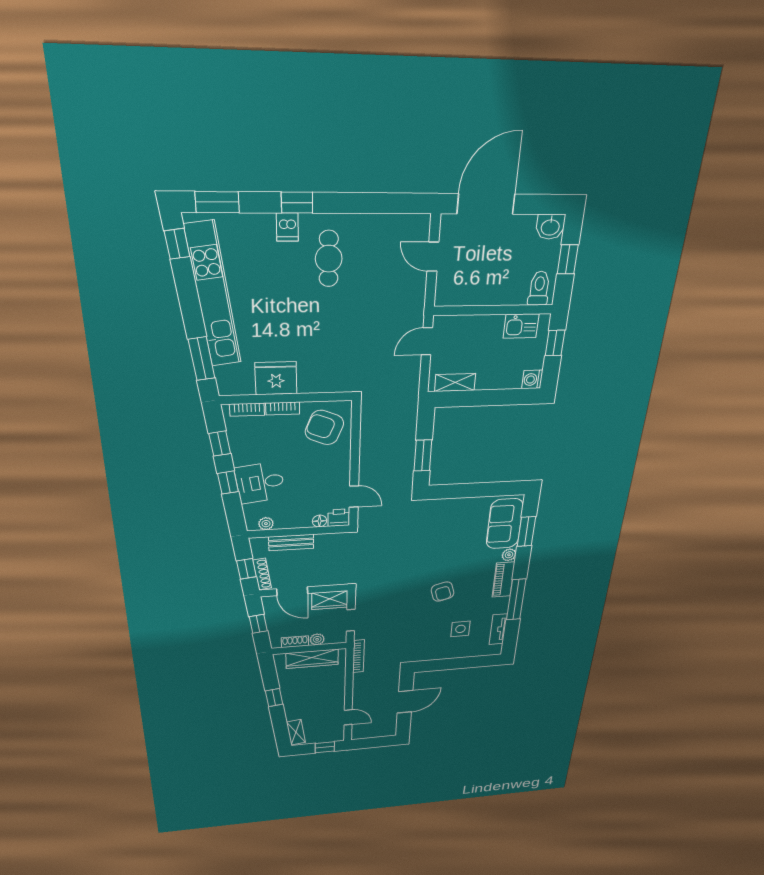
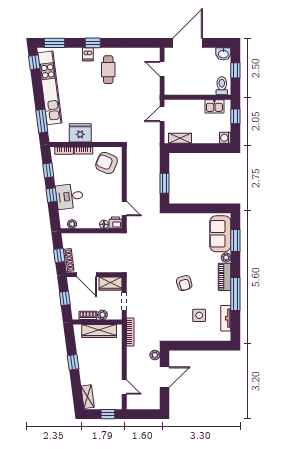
bench: (291, 542) -> (87, 238), removed
plant: (393, 679) -> (155, 355), added

